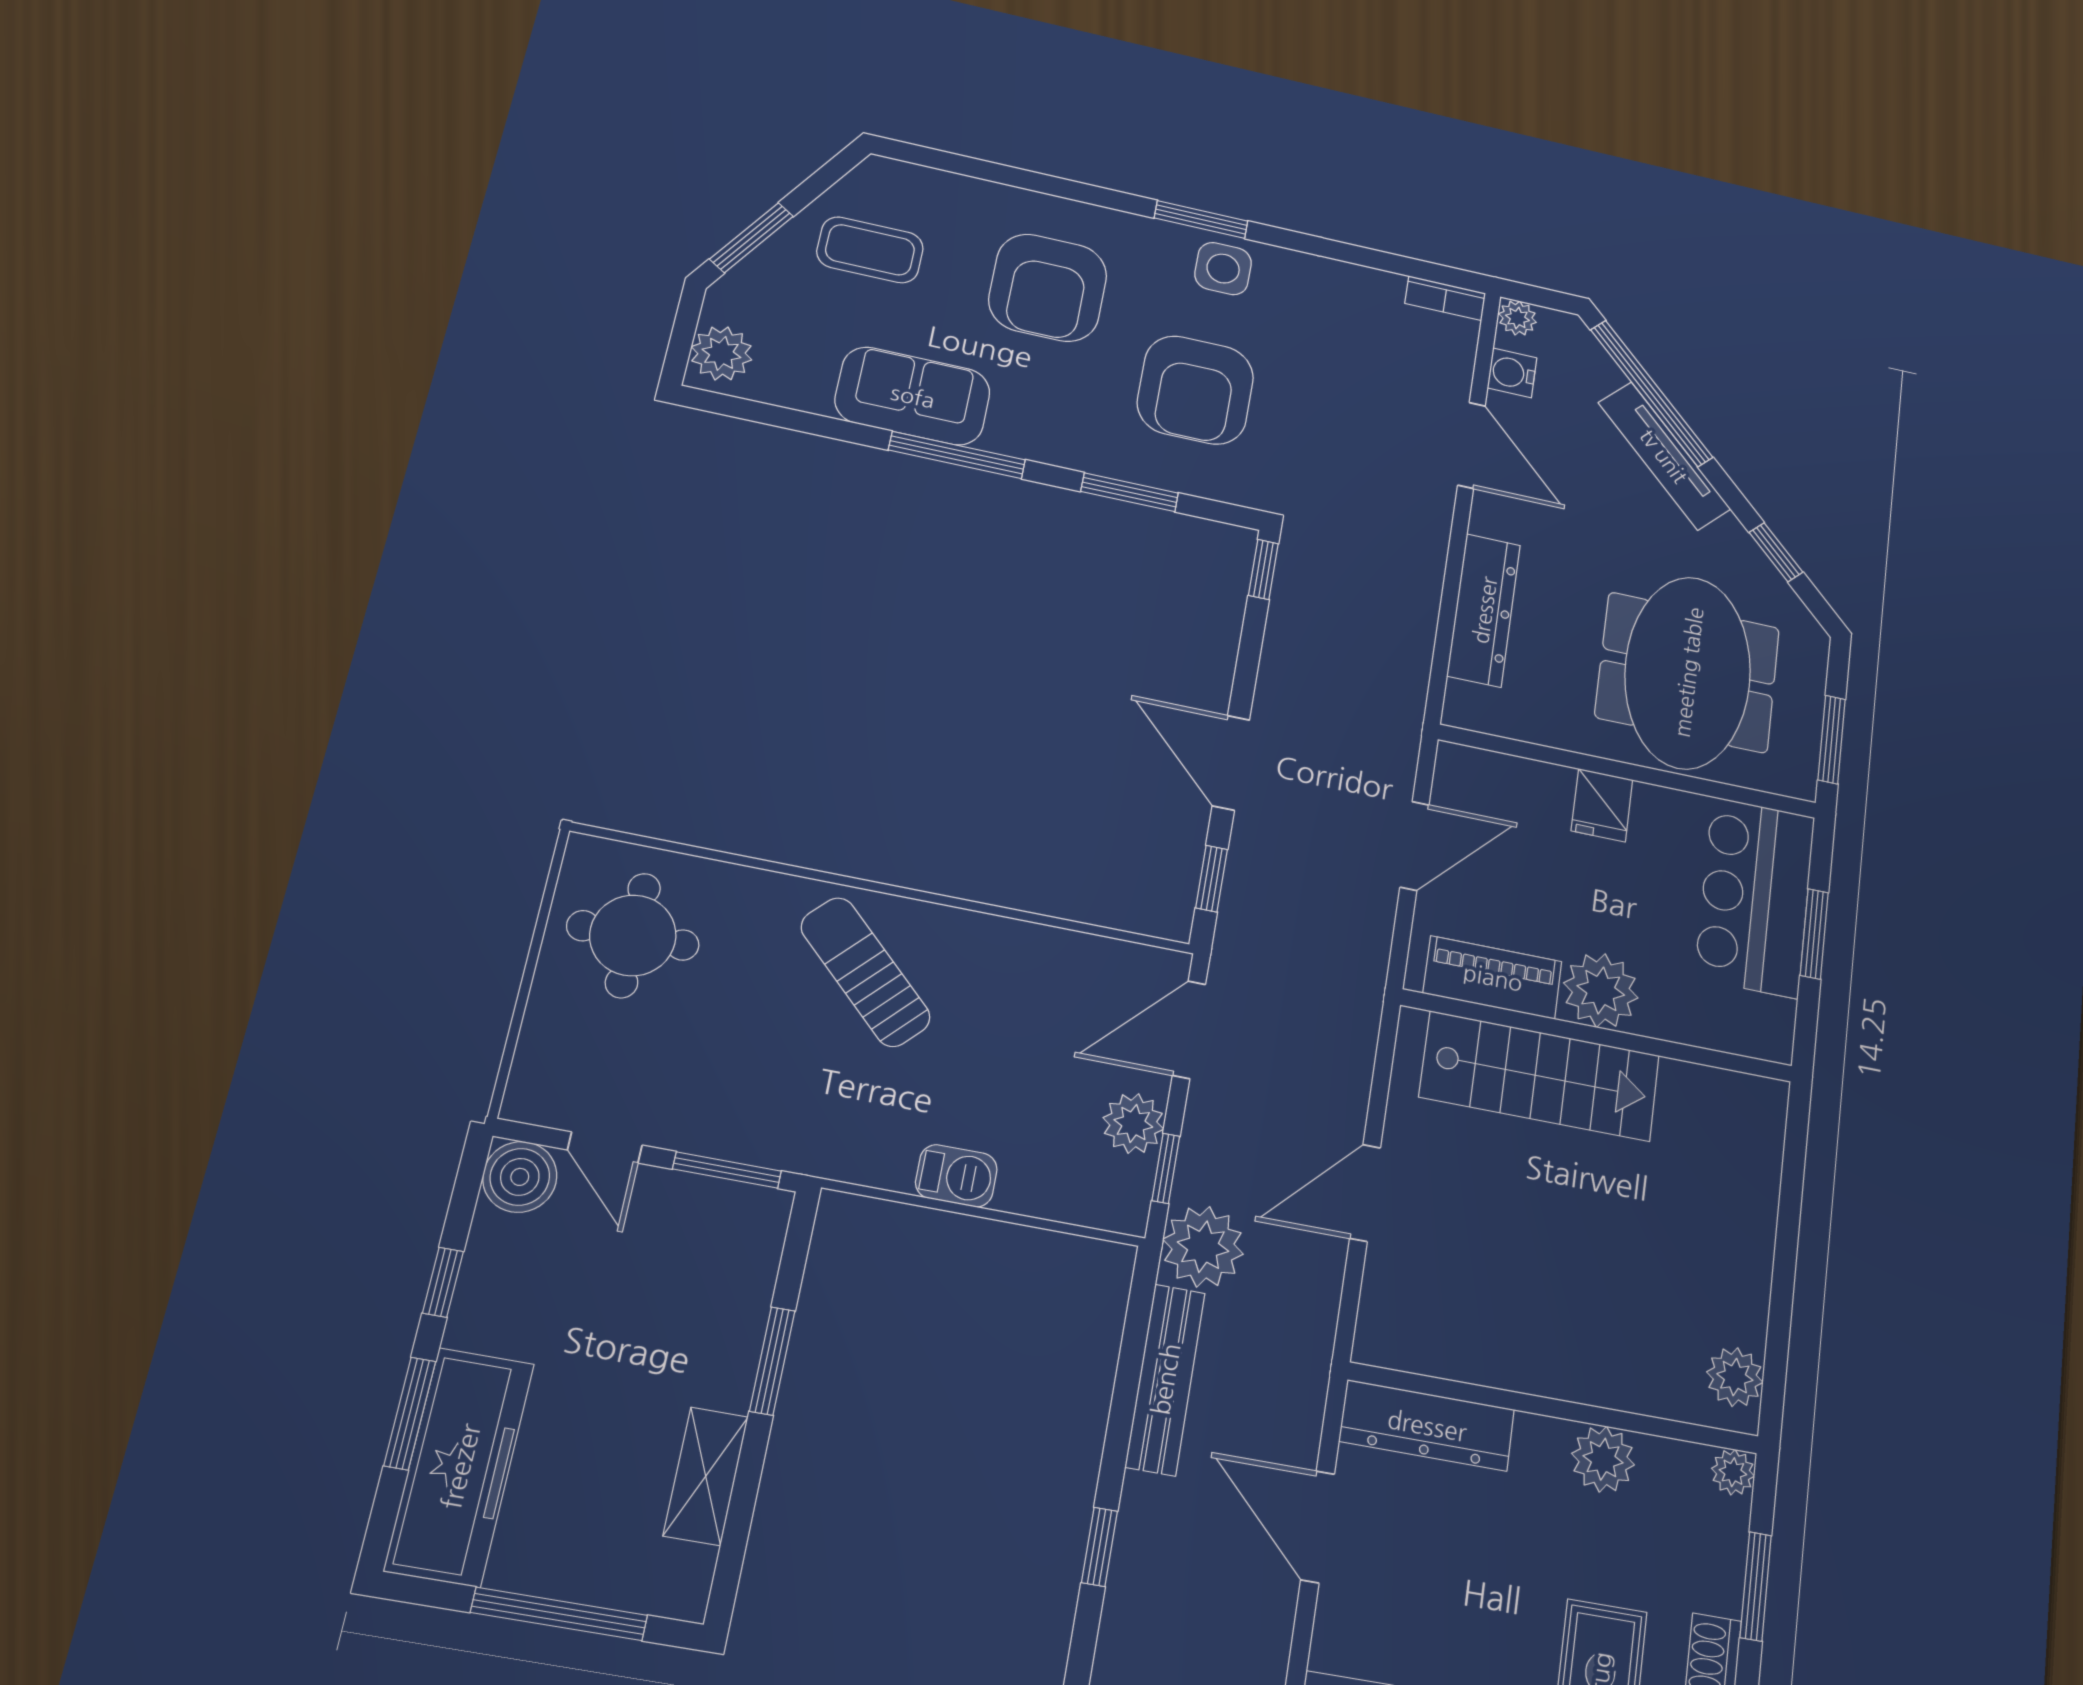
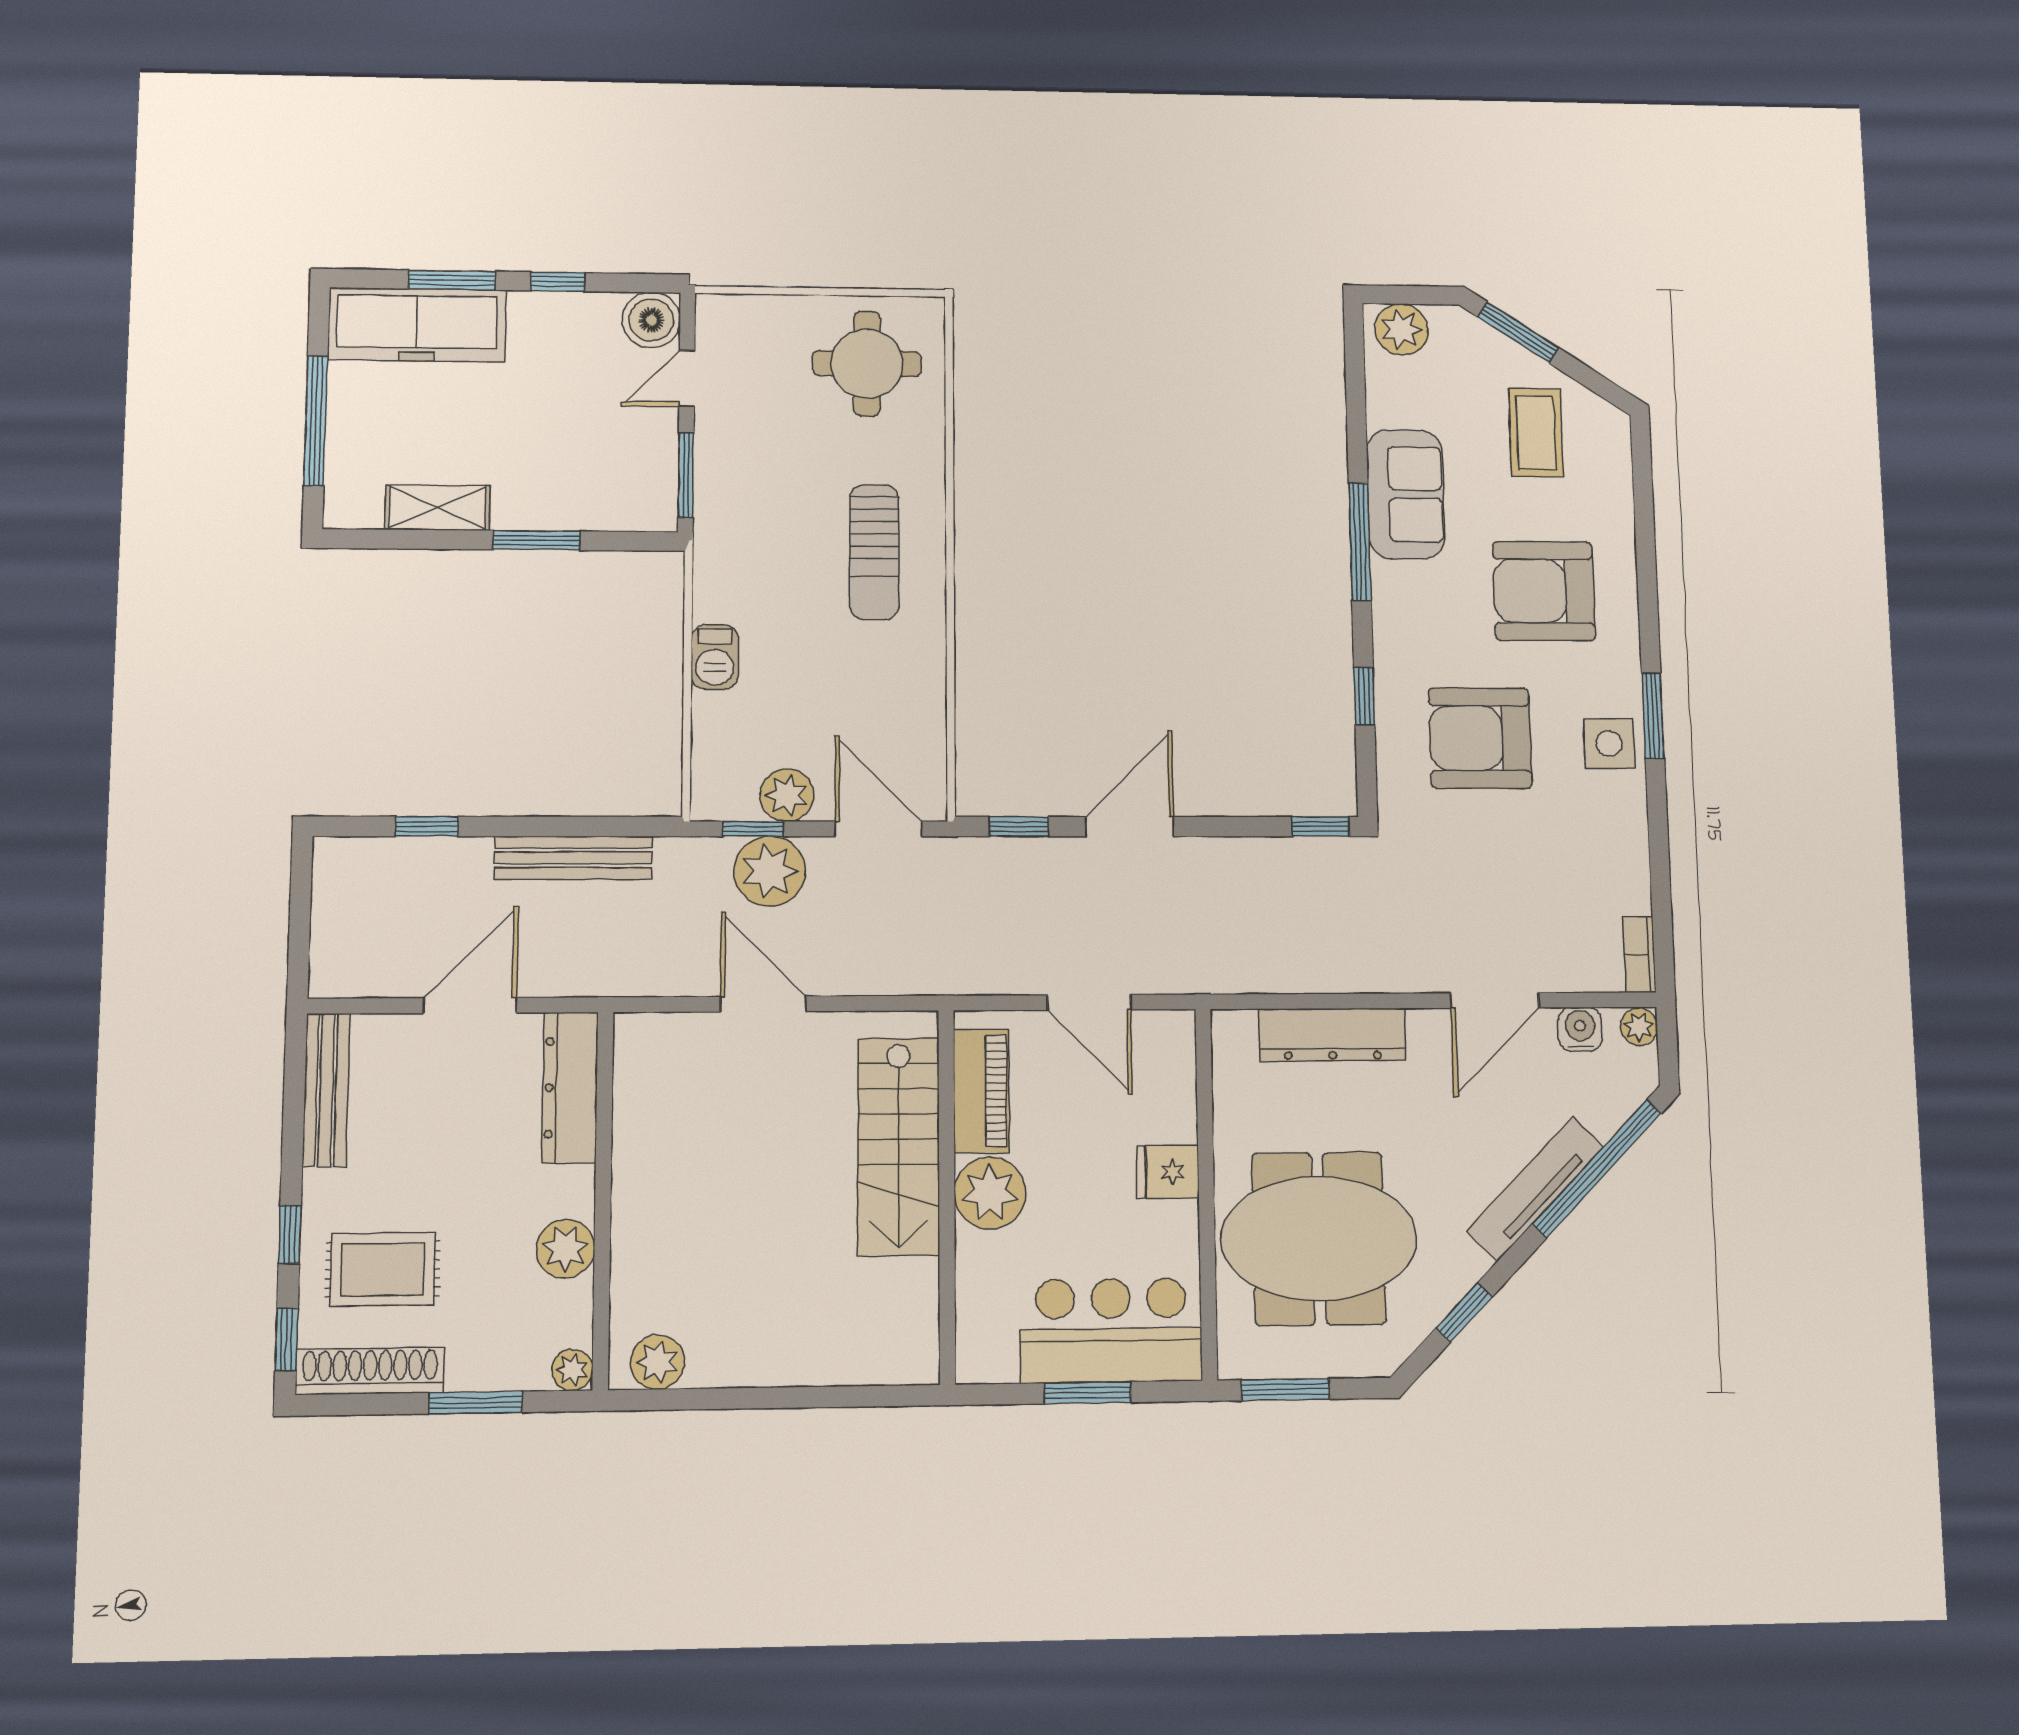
window: (1130, 492) -> (1364, 696), width x0.67
sun lounger: (865, 972) -> (874, 552), turned 136
plant: (1203, 1247) -> (770, 871), moved

